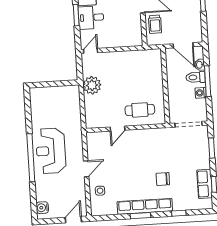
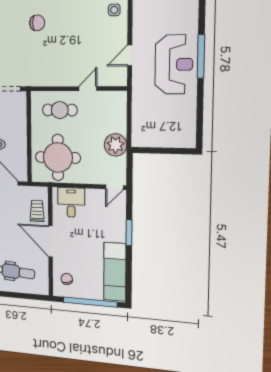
desk: (91, 18) -> (71, 202), moved, turned -90
round table: (139, 71) -> (58, 157), added
window: (31, 158) -> (201, 57), width x0.68
door: (86, 169) -> (130, 55), moved

